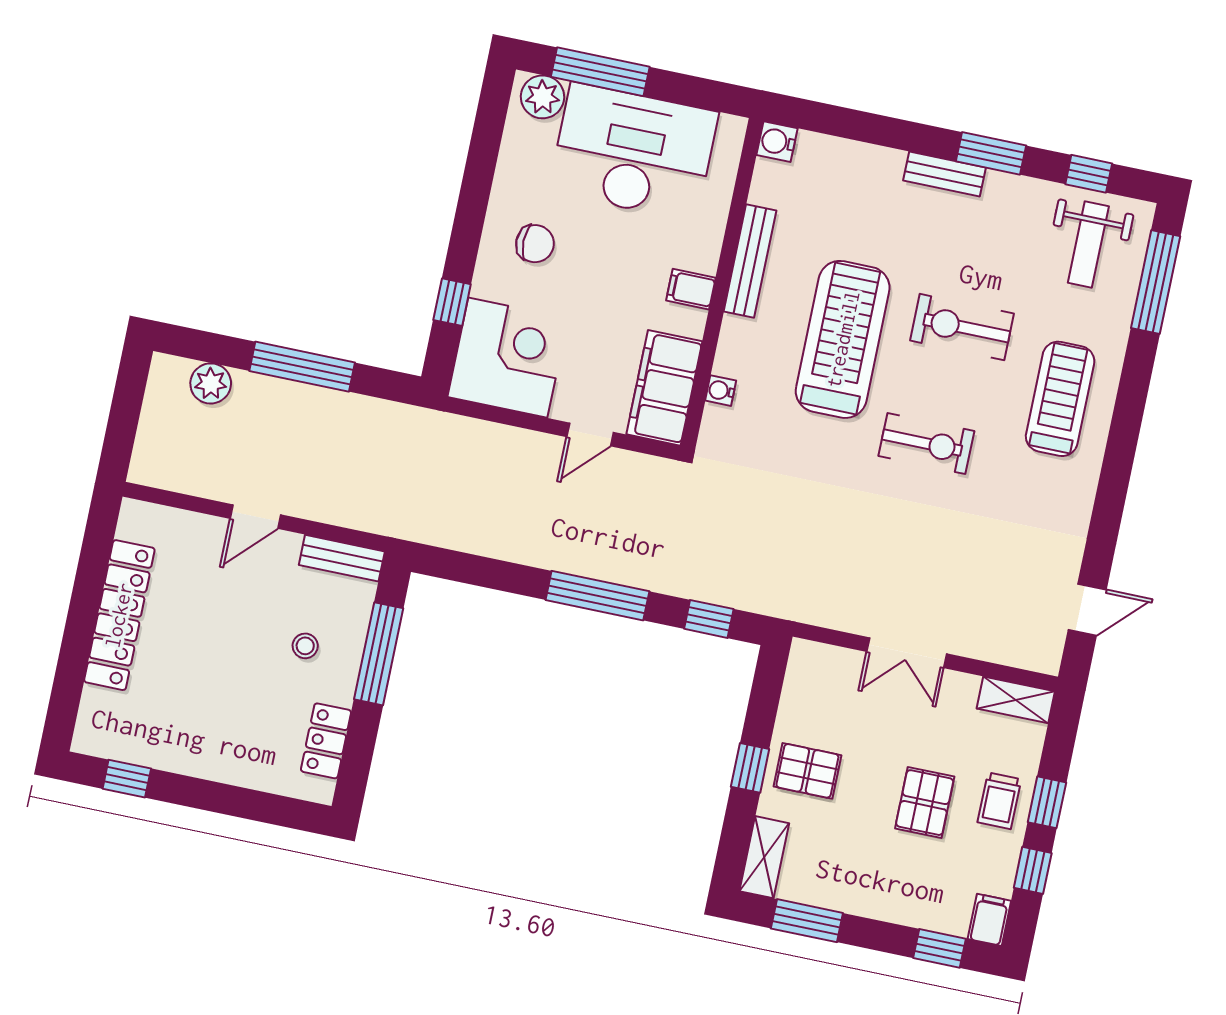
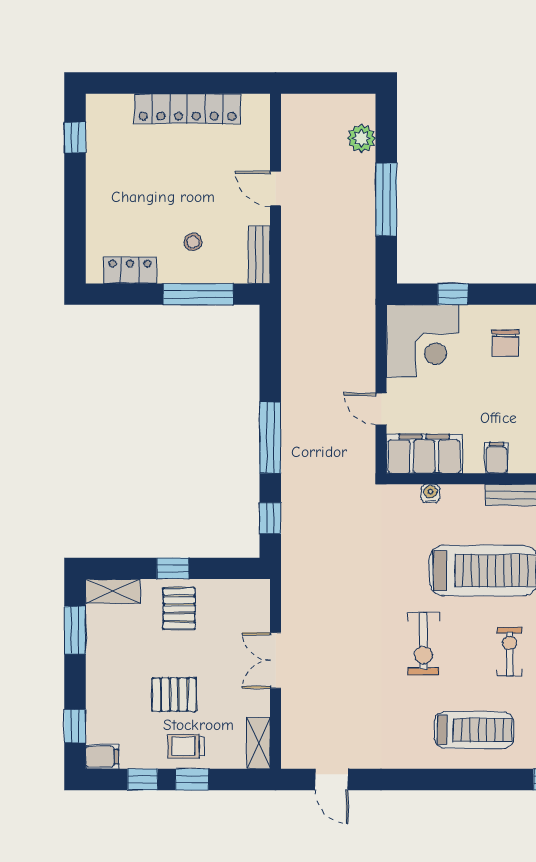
exercise bike: (962, 327) -> (510, 652), width x0.73, depth x0.72

